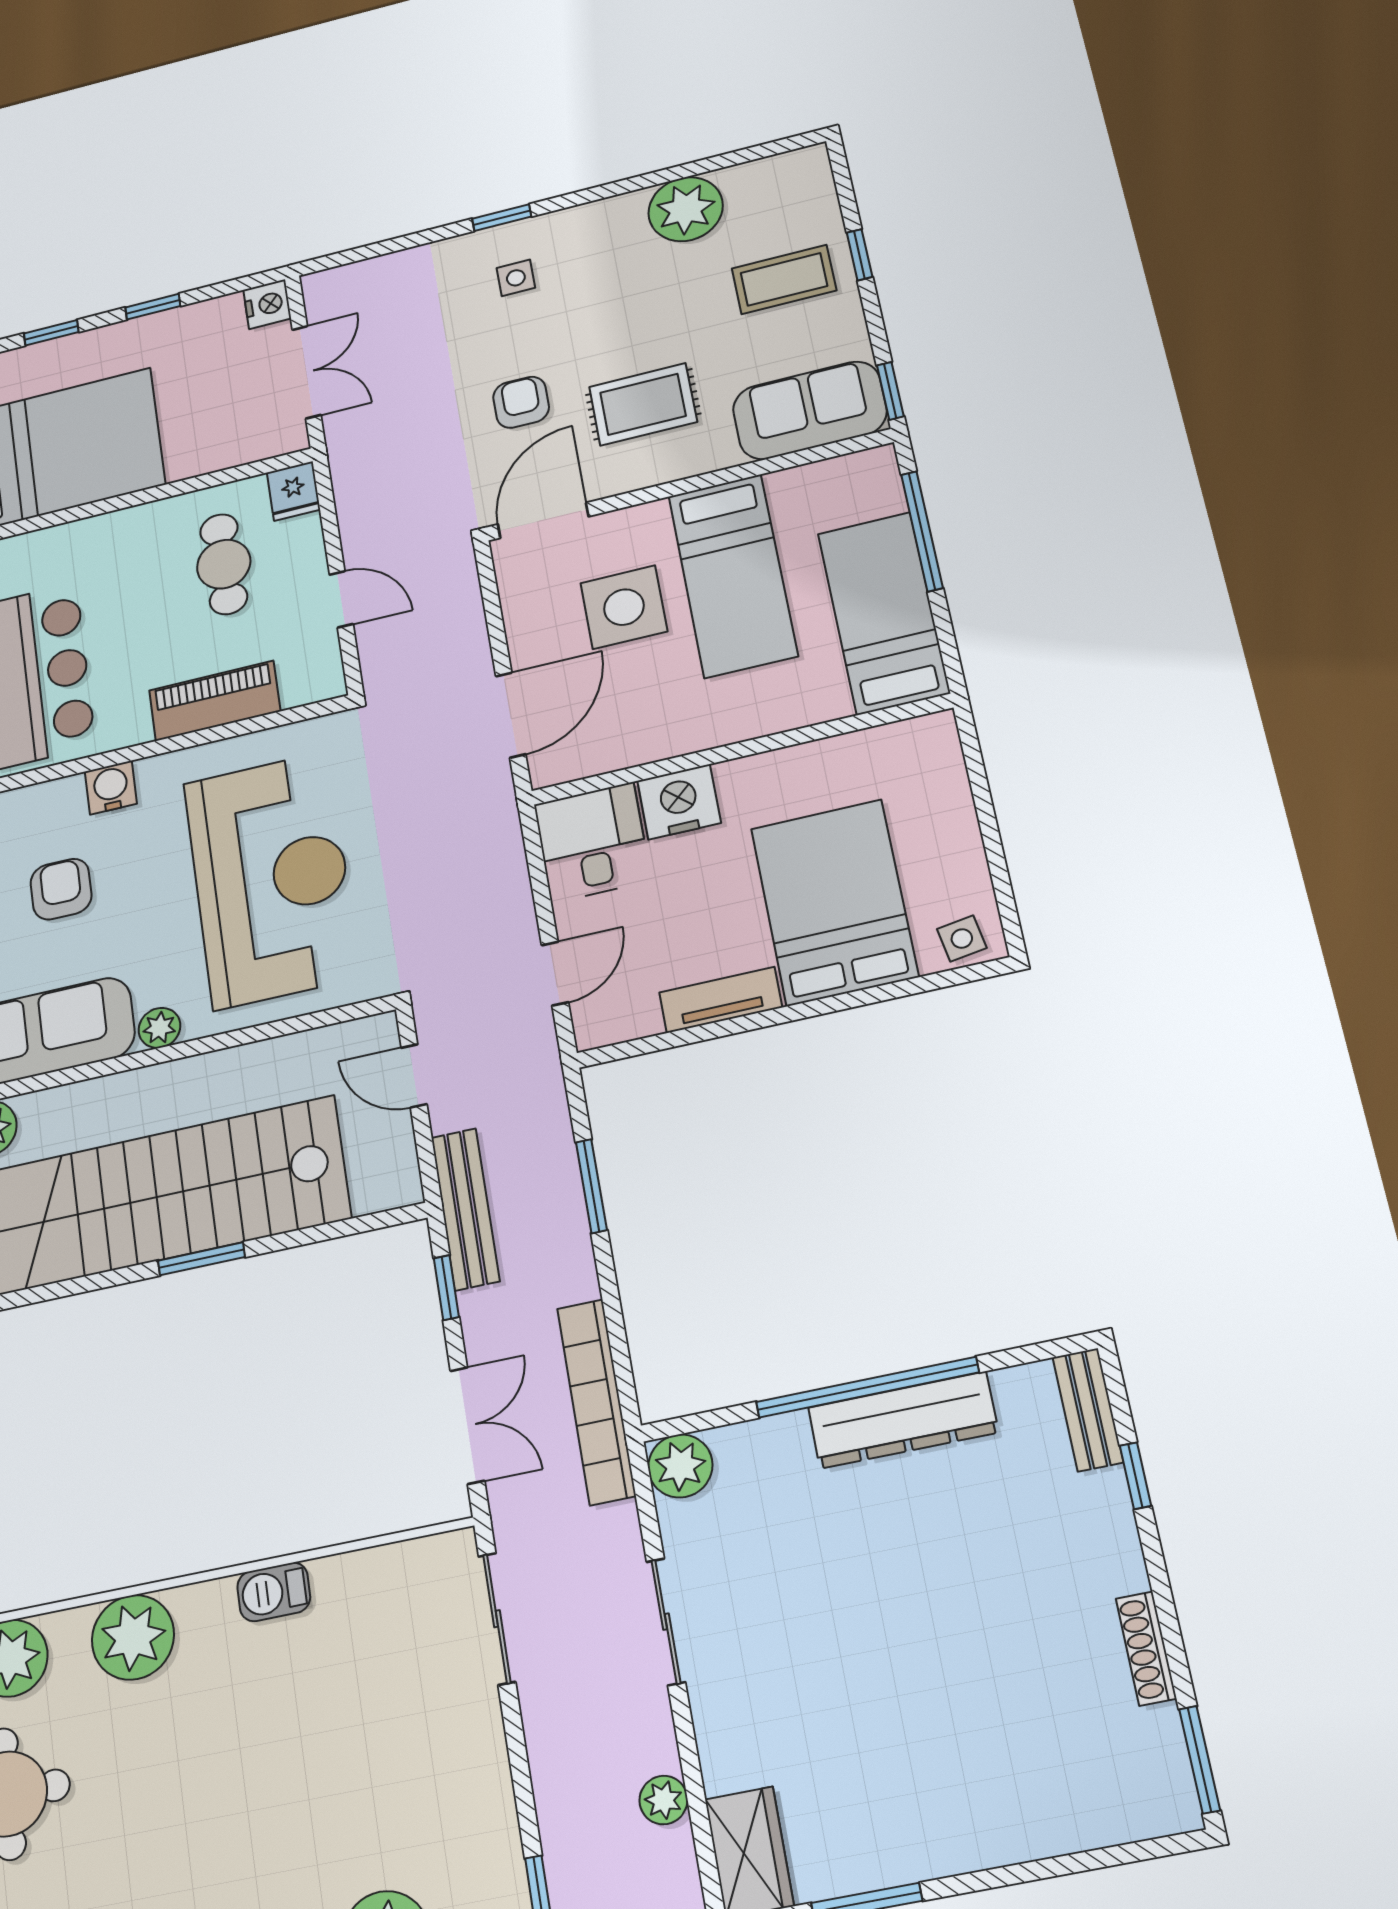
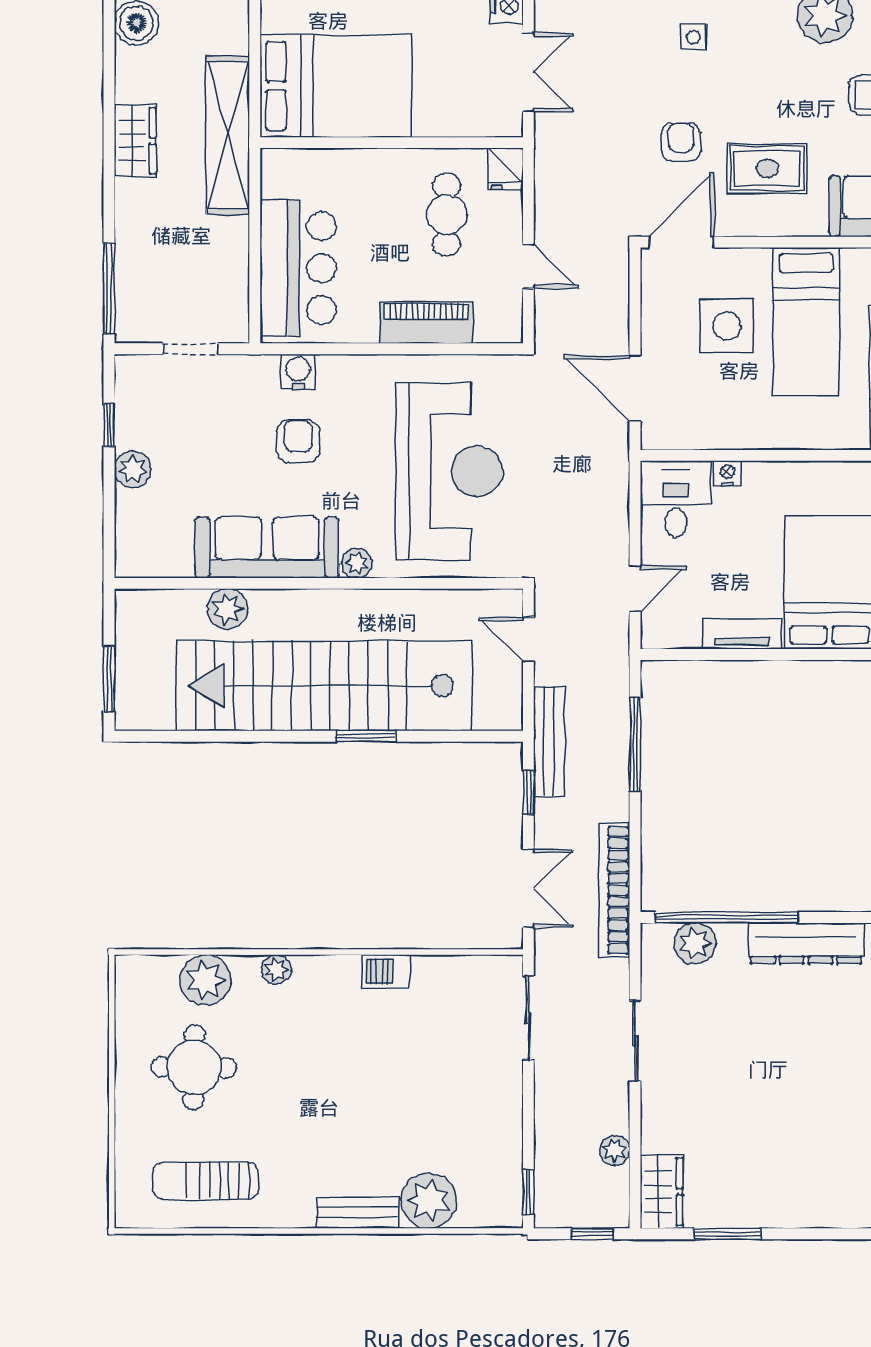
door: (511, 715) -> (635, 388), swing flipped
water cooler: (111, 788) -> (298, 372), moved
nightstand: (679, 802) -> (727, 474), width x0.53, depth x0.56
window: (591, 1186) -> (635, 744), width x1.44
window: (867, 1387) -> (726, 917), moved
plant: (680, 1466) -> (695, 943), moved
plant: (133, 1637) -> (276, 970), width x0.53, depth x0.53

